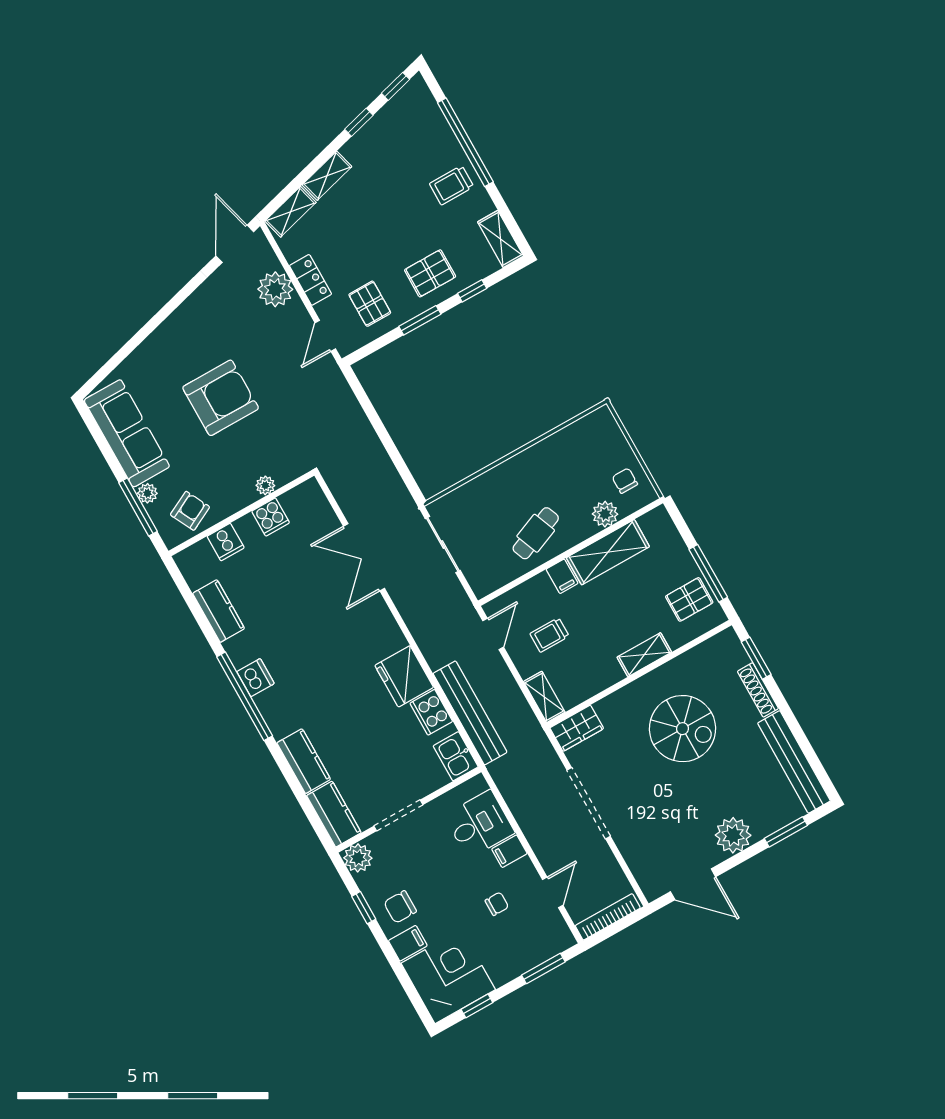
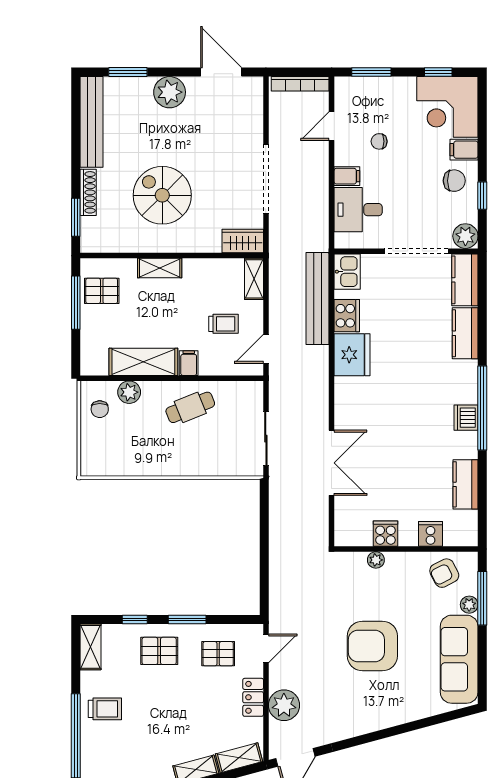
pallet: (370, 304) -> (218, 654), turned 90
doorway: (398, 815) -> (416, 251), width x1.36

